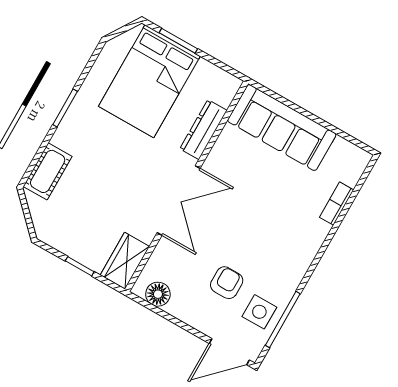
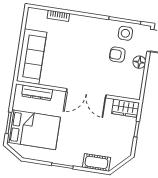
dresser: (203, 130) -> (37, 93), moved
double door: (179, 201) -> (86, 93), swing flipped
floor lamp: (158, 294) -> (139, 62), moved

